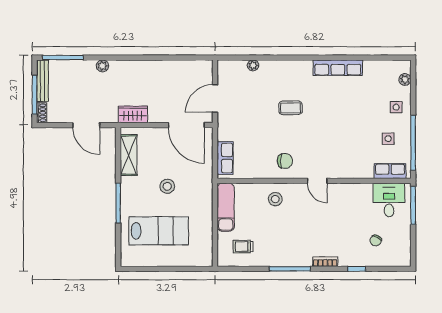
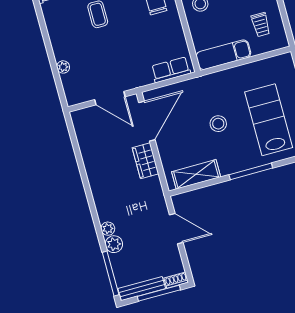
plant: (88, 67) -> (114, 244), added
wardrobe: (133, 114) -> (145, 161), moved
door: (86, 125) -> (176, 229), hinge flipped

